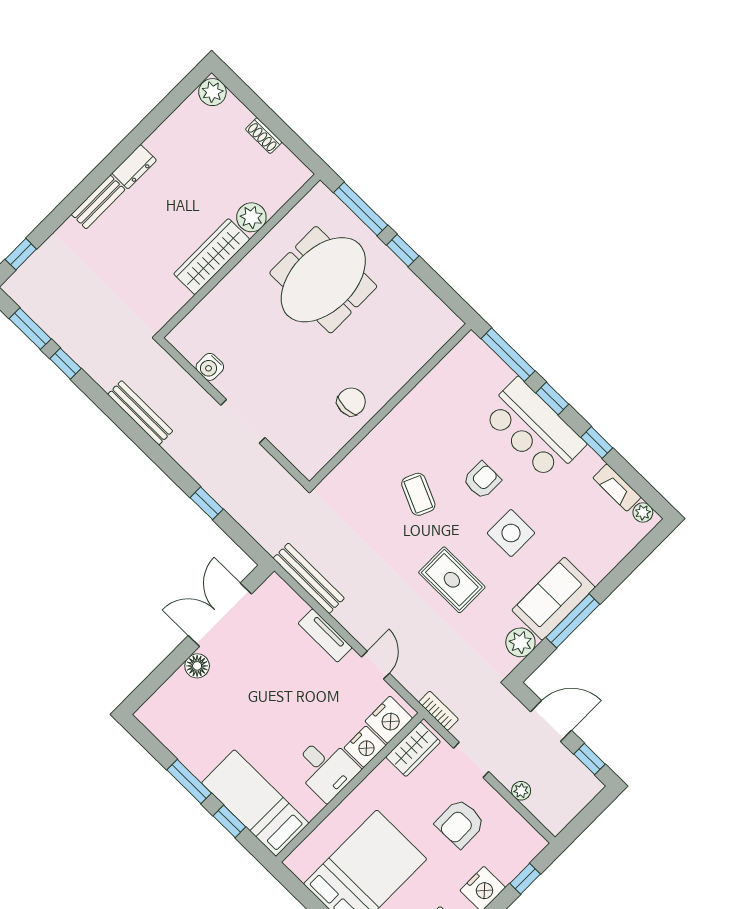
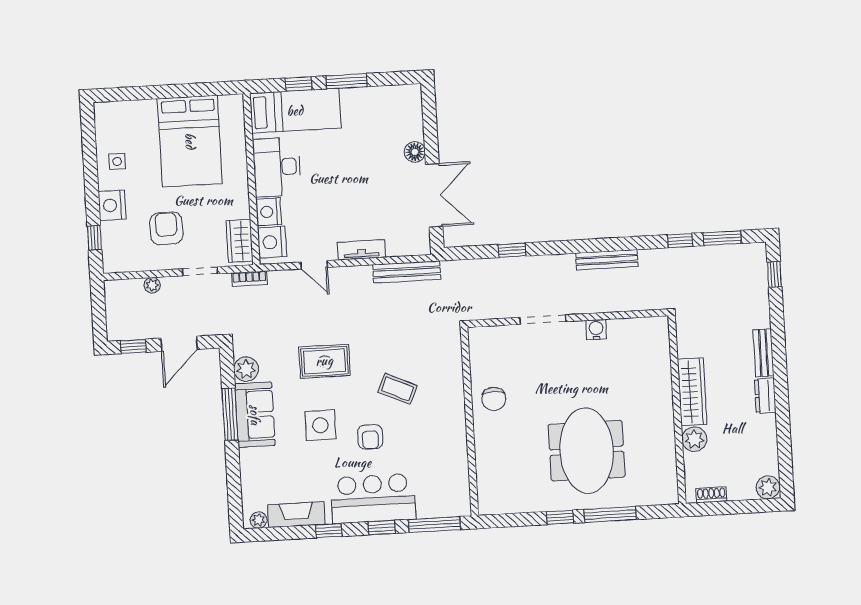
plant: (251, 217) -> (694, 439), moved
wall: (239, 256) -> (677, 410), moved
wardrobe: (212, 257) -> (692, 392), moved
fireplace: (617, 488) -> (296, 515), width x1.37, depth x1.32
desk: (326, 768) -> (277, 167), width x1.37

